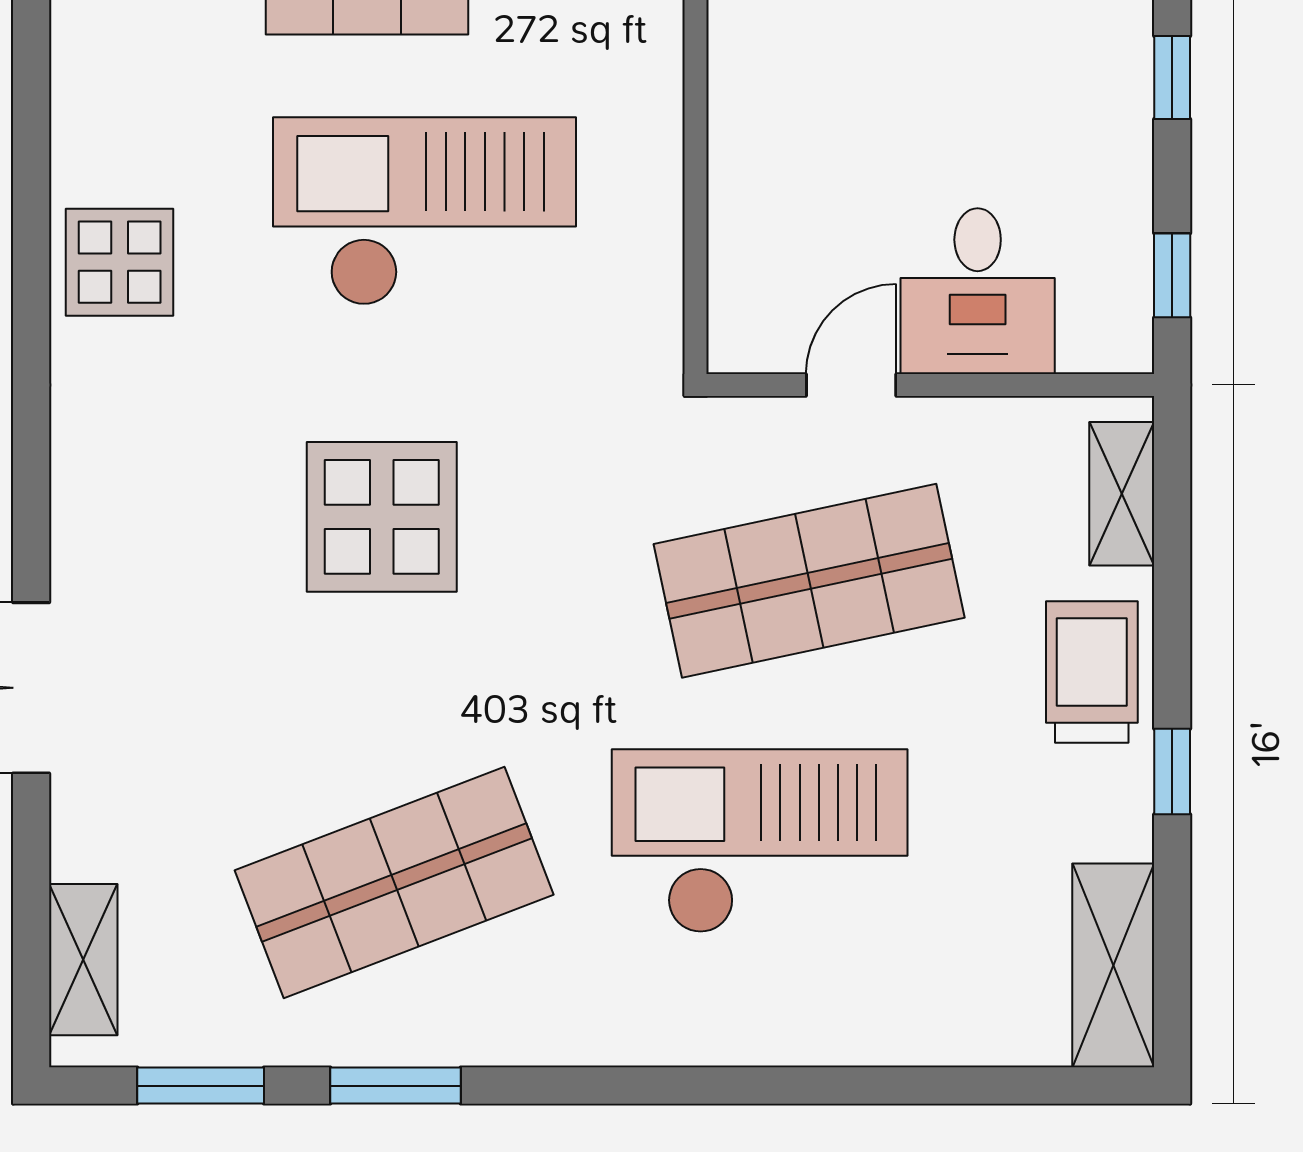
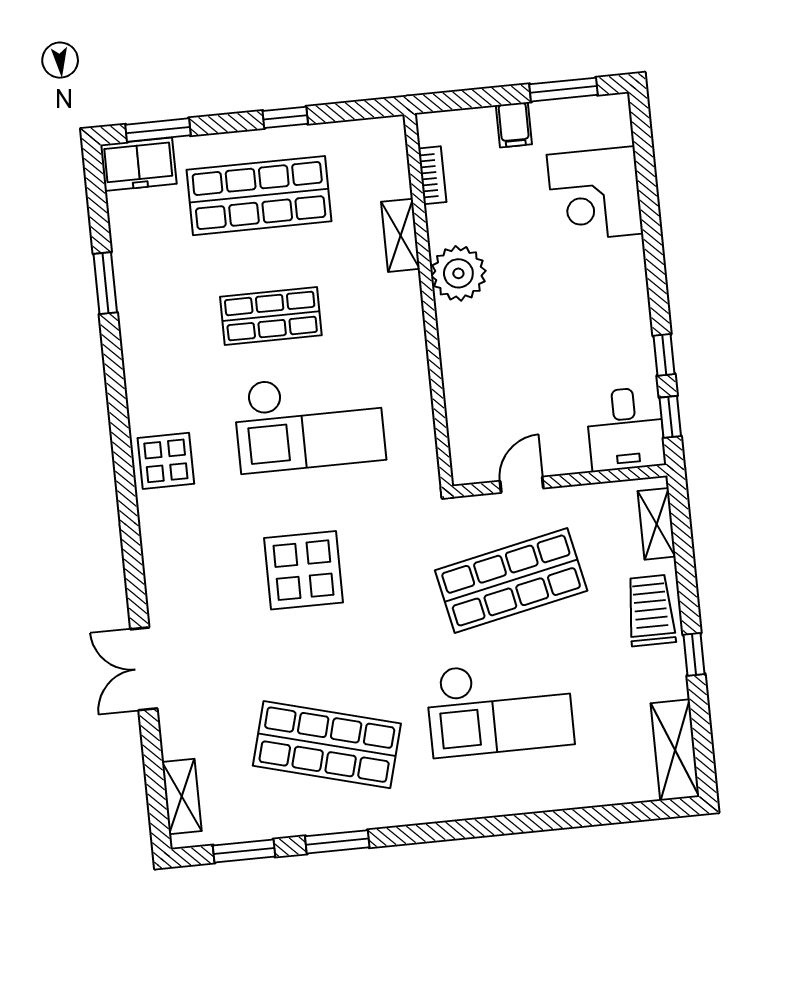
window: (1172, 78) -> (664, 355), moved
checkout: (424, 211) -> (309, 422), turned 180
desk: (978, 291) -> (626, 429), moved
checkout: (760, 841) -> (500, 707), turned 180
shop shelf: (394, 882) -> (327, 745), turned 36

